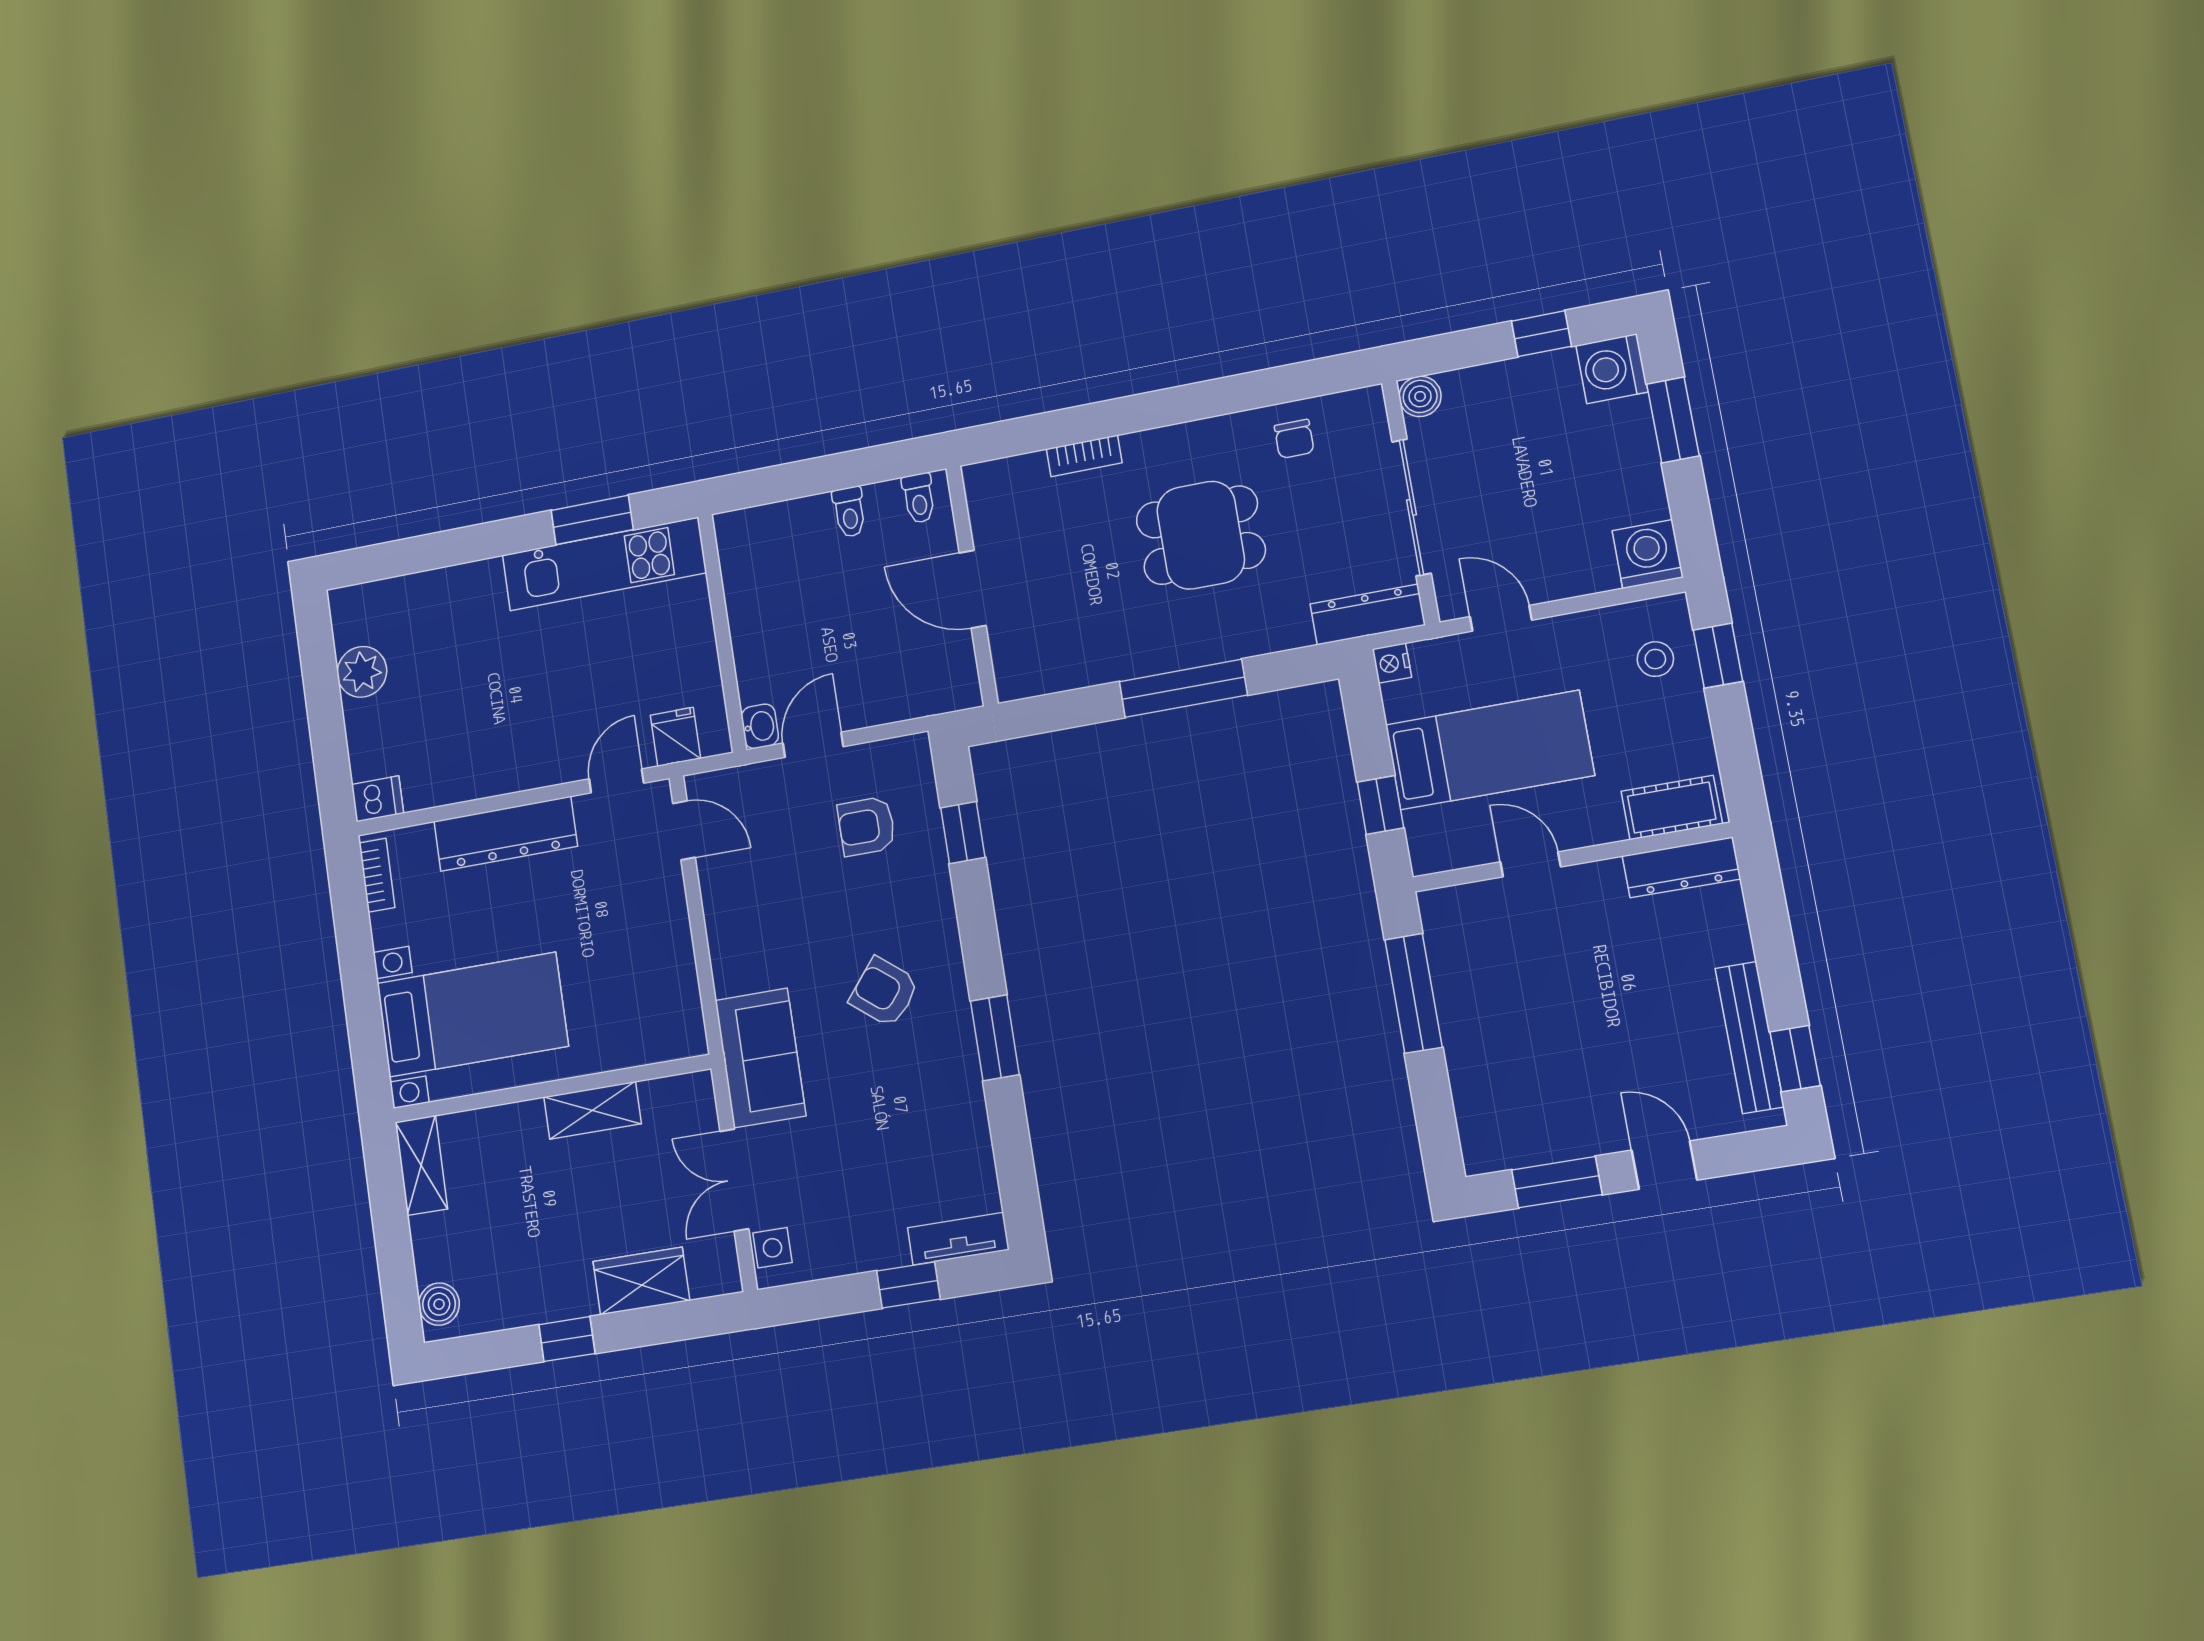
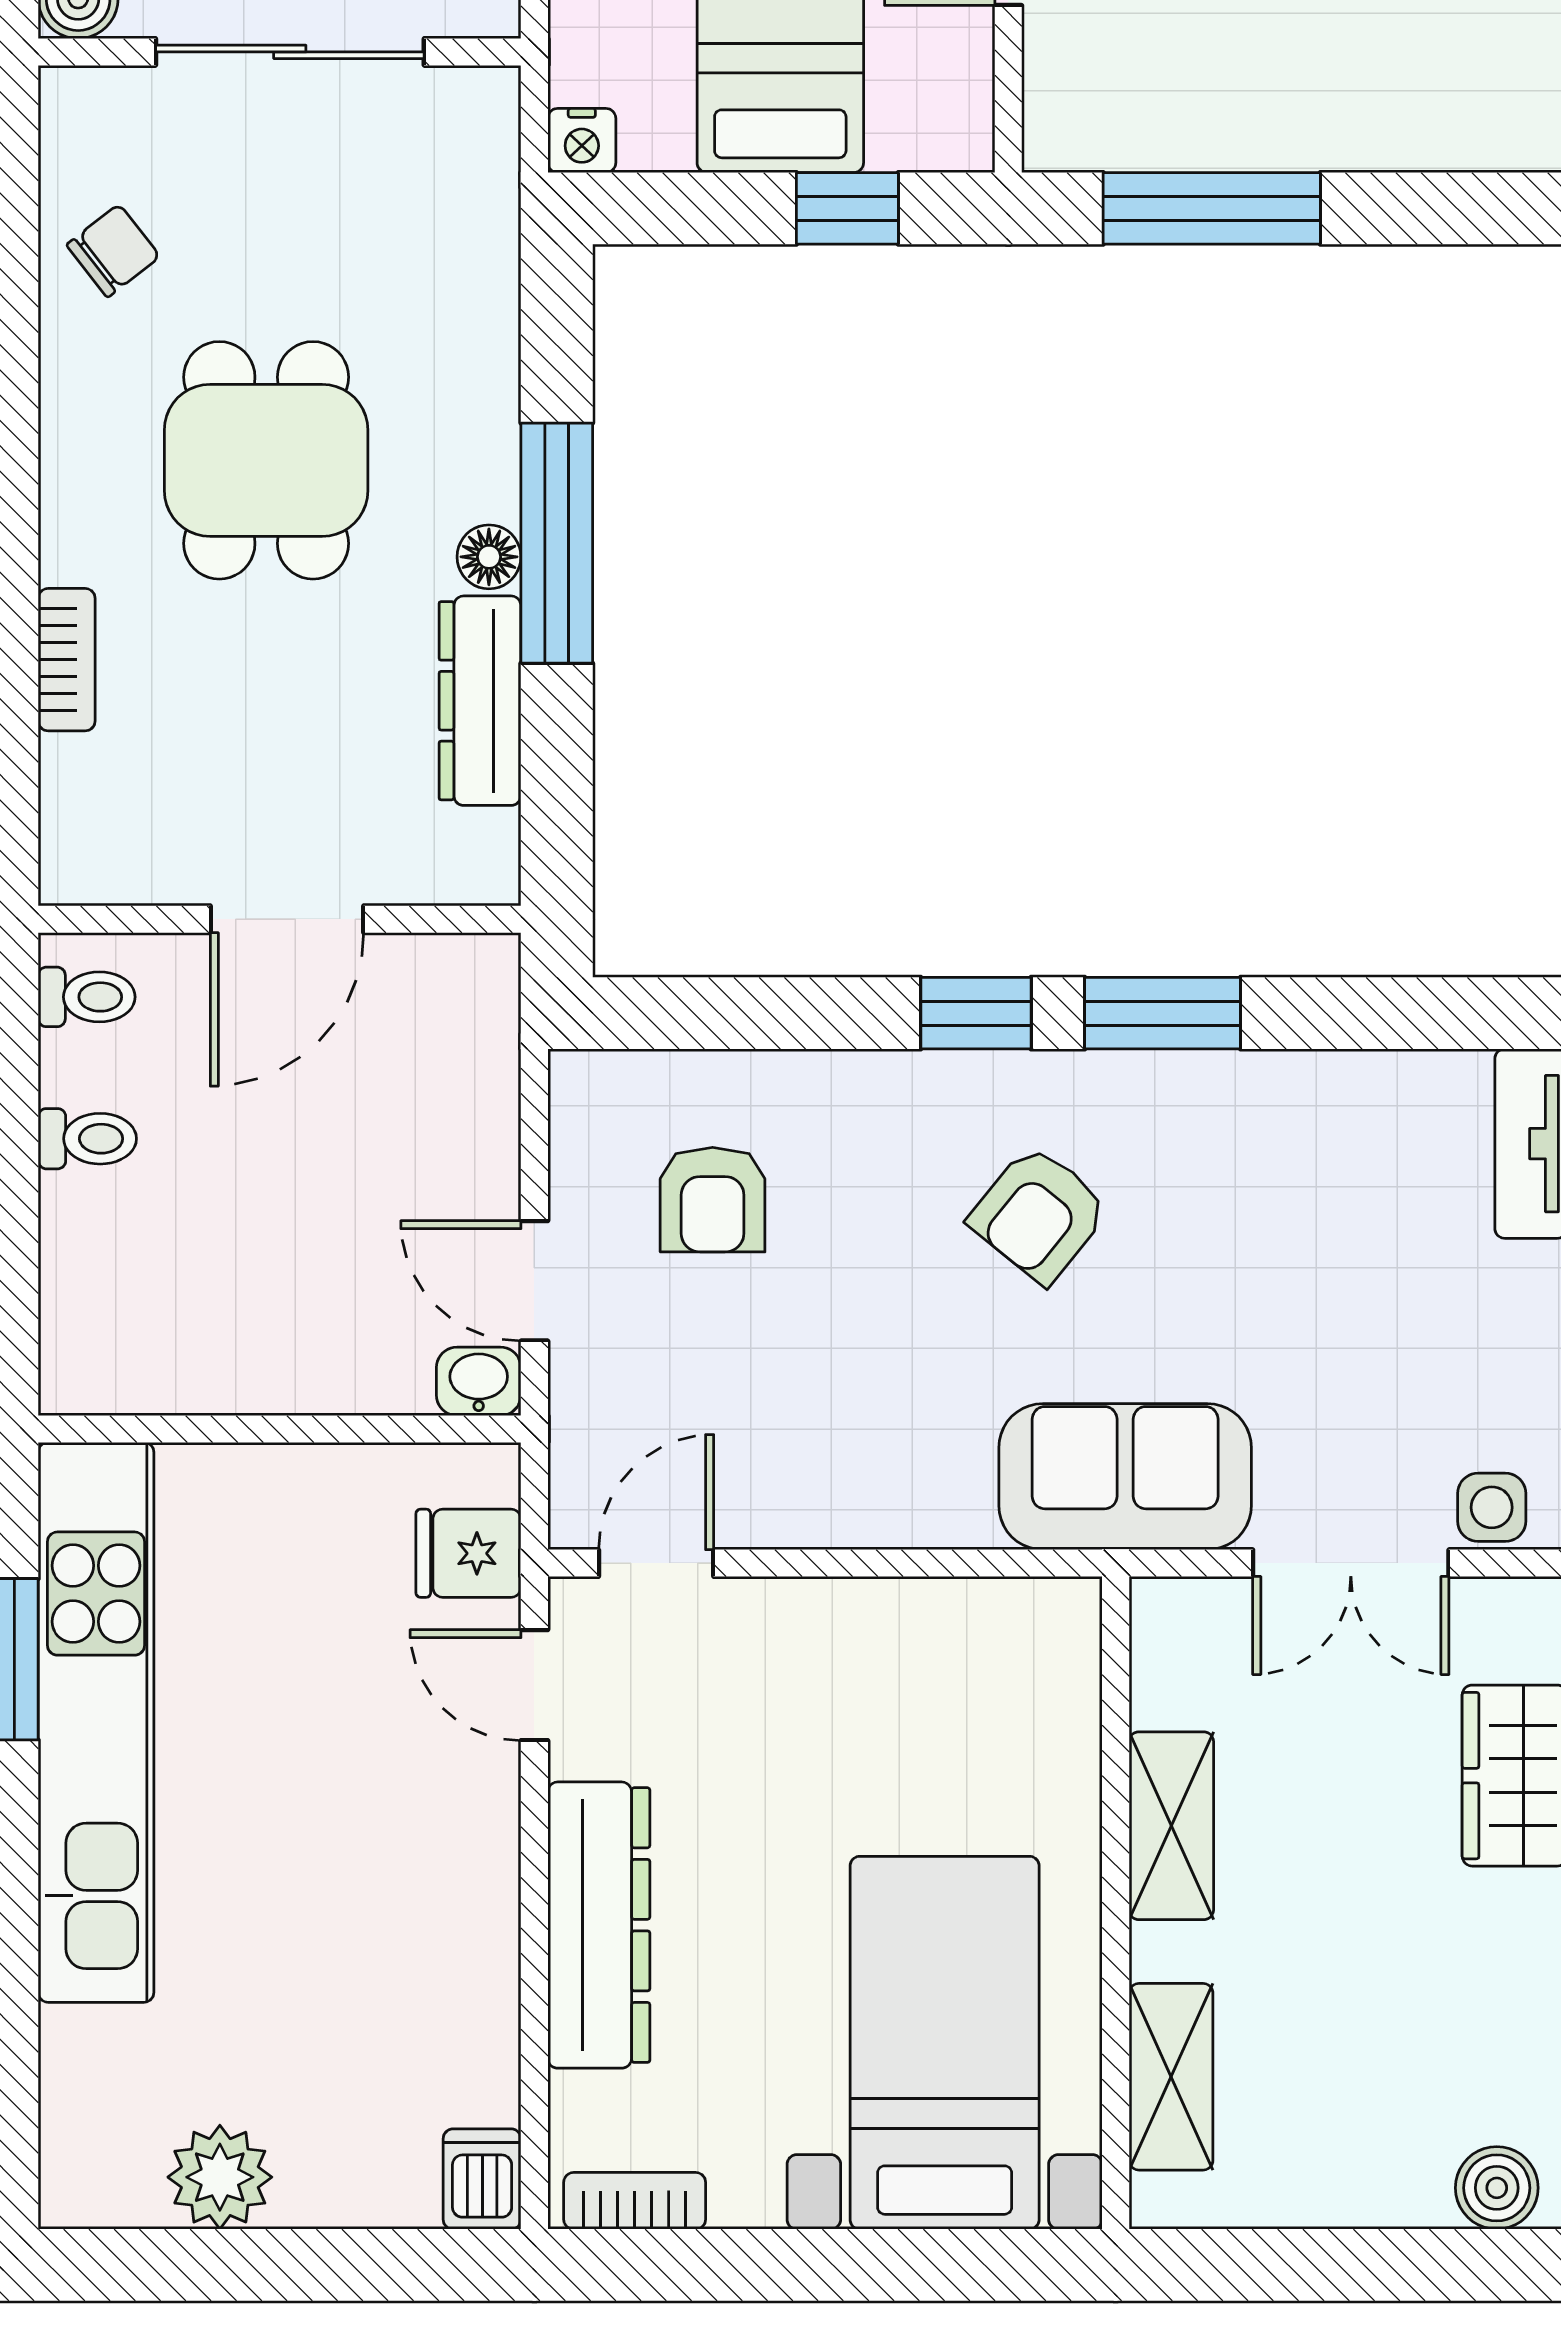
chair: (1294, 439) -> (113, 251), turned -38
kitchen unit: (604, 564) -> (96, 1722), width x1.36
dresser: (1368, 614) -> (480, 701), moved
floor lamp: (1171, 656) -> (489, 557), added
window: (963, 833) -> (976, 1013), moved
shelving: (421, 1165) -> (1171, 2077), moved, turned 90

